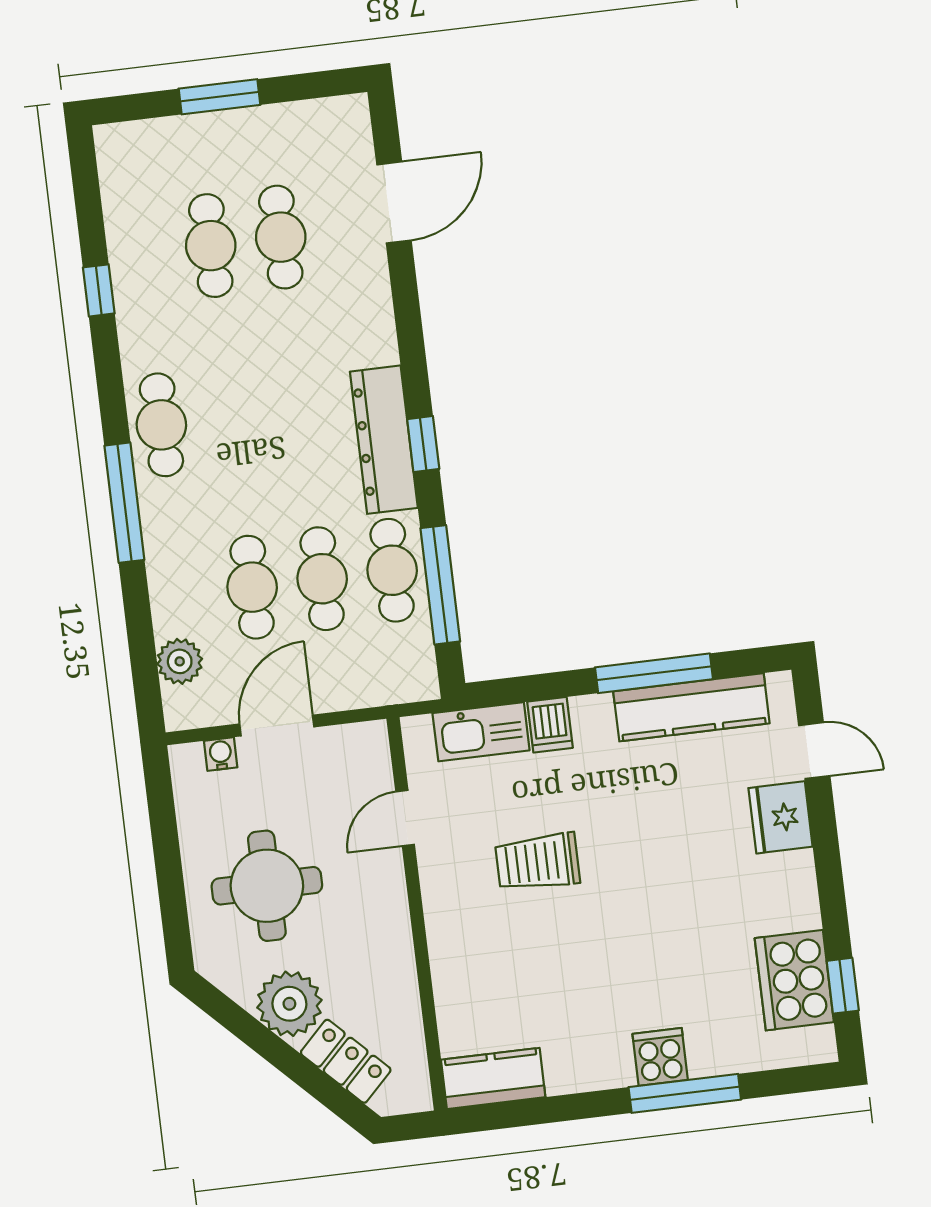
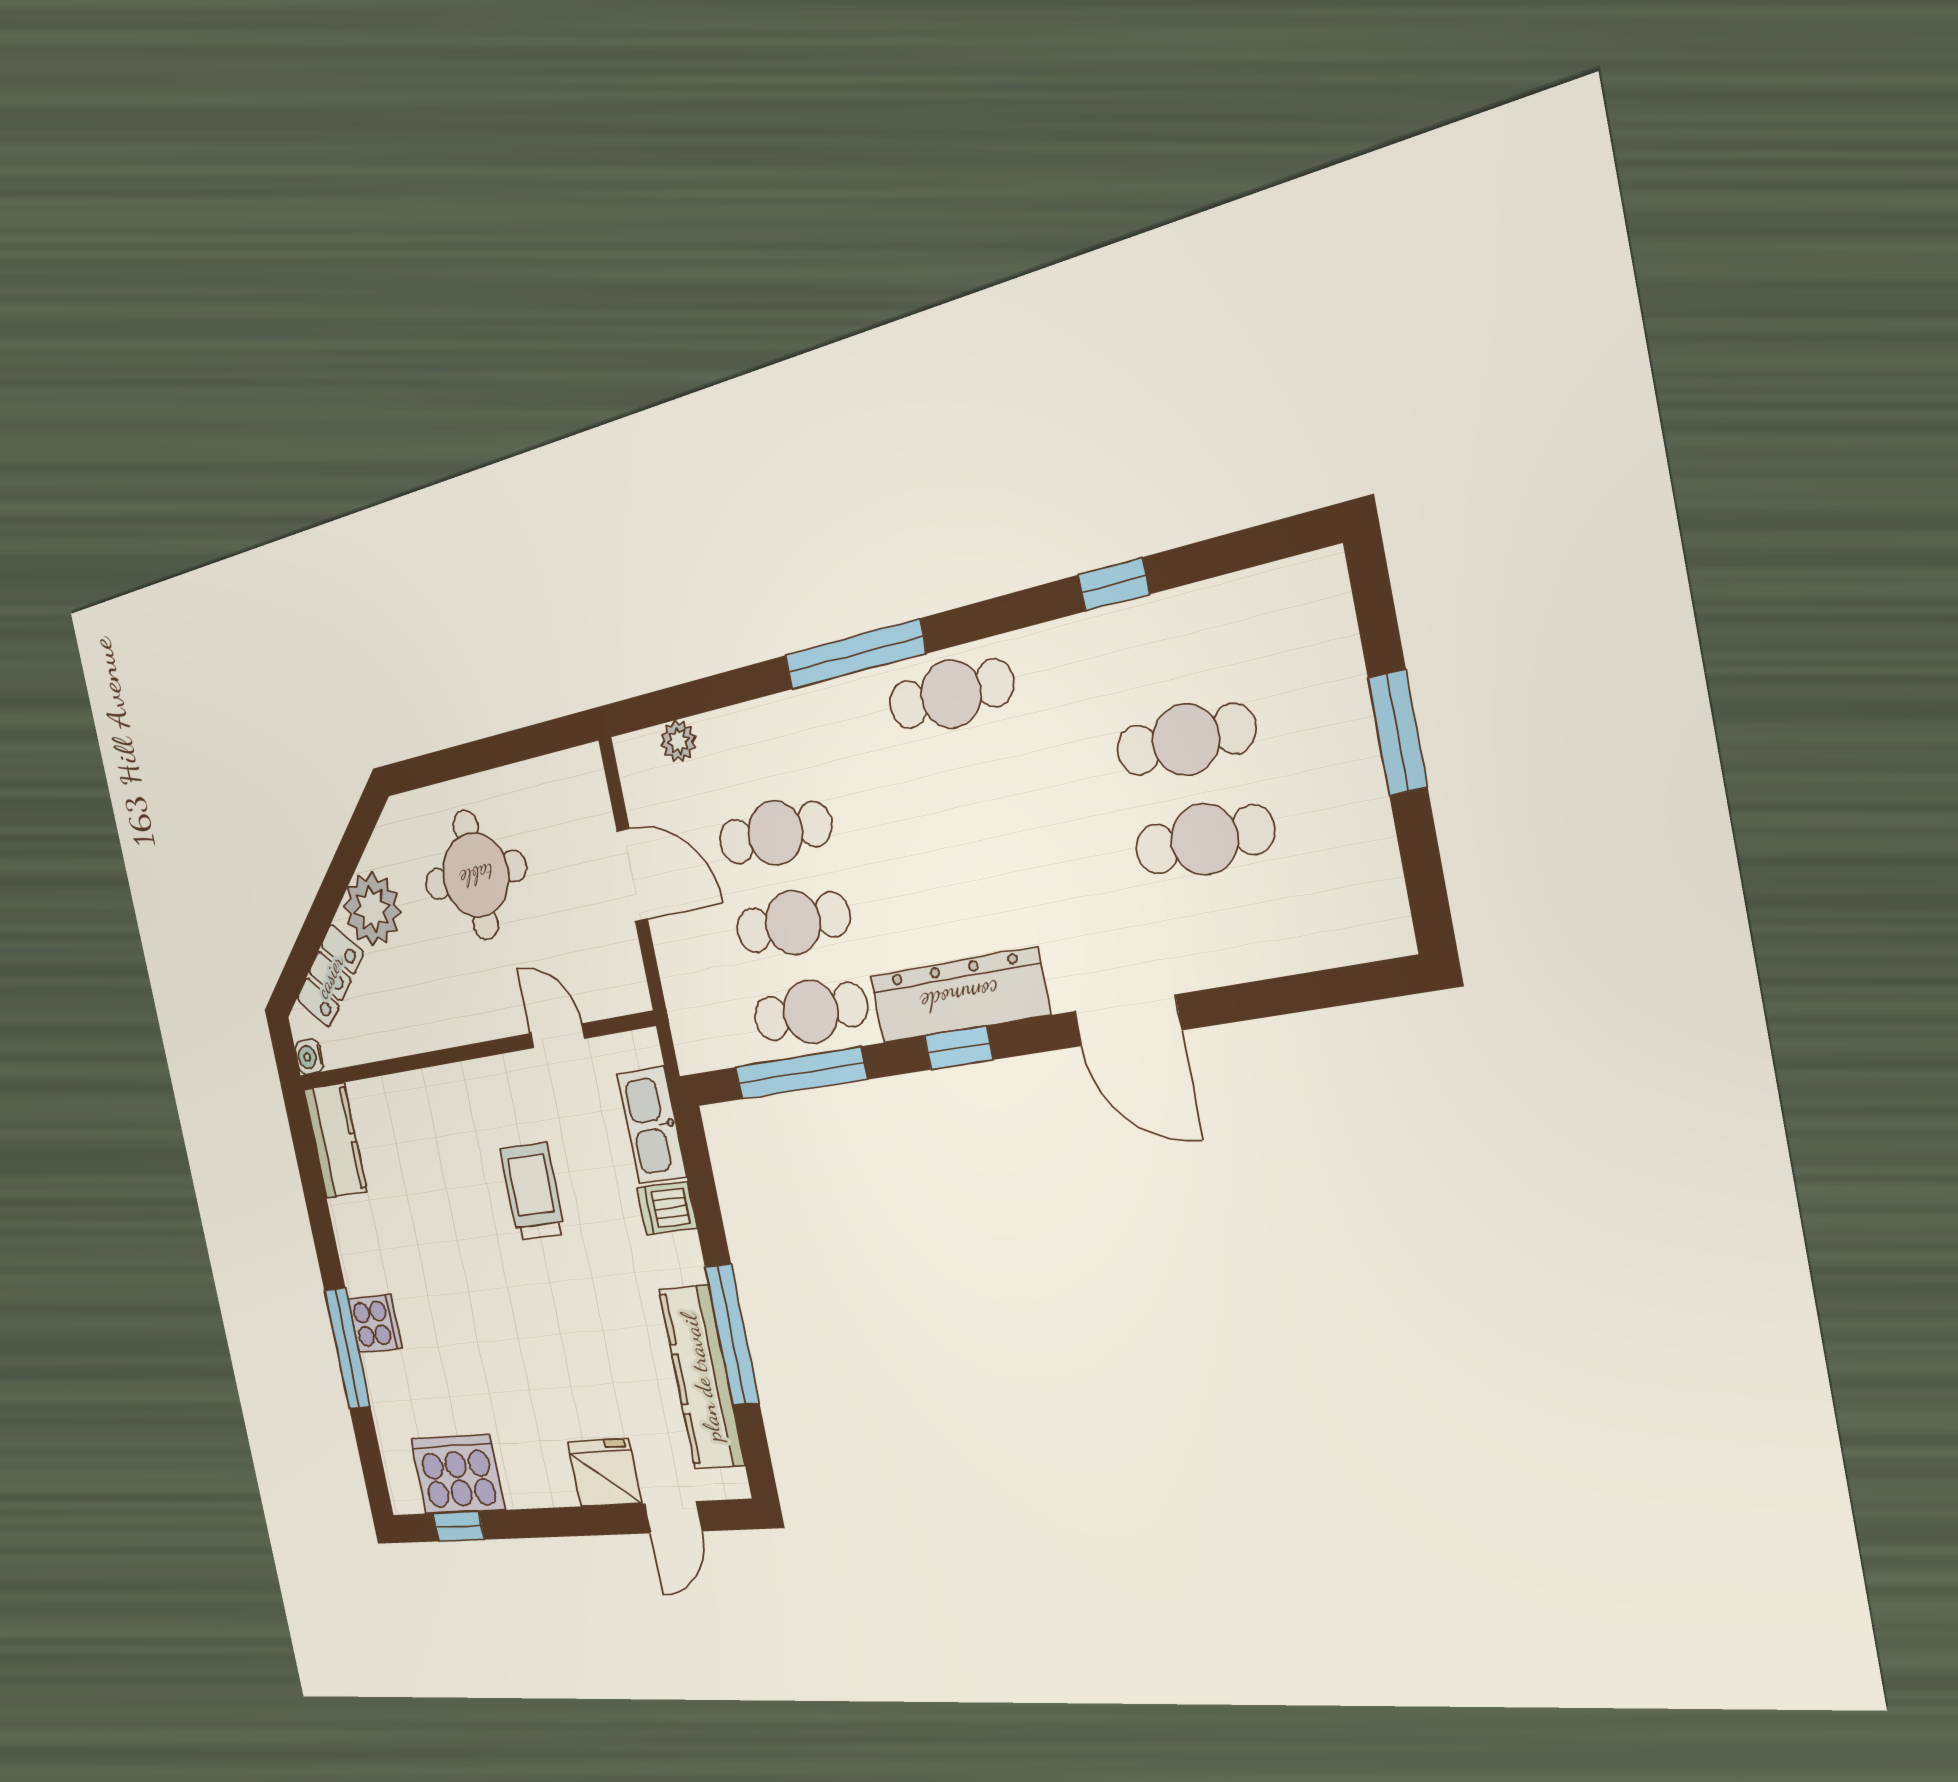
door: (394, 202) -> (1128, 1021), moved
plant: (180, 661) -> (678, 741), width x0.73, depth x0.73
water cooler: (221, 754) -> (309, 1057), moved, turned 180

